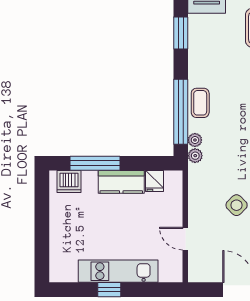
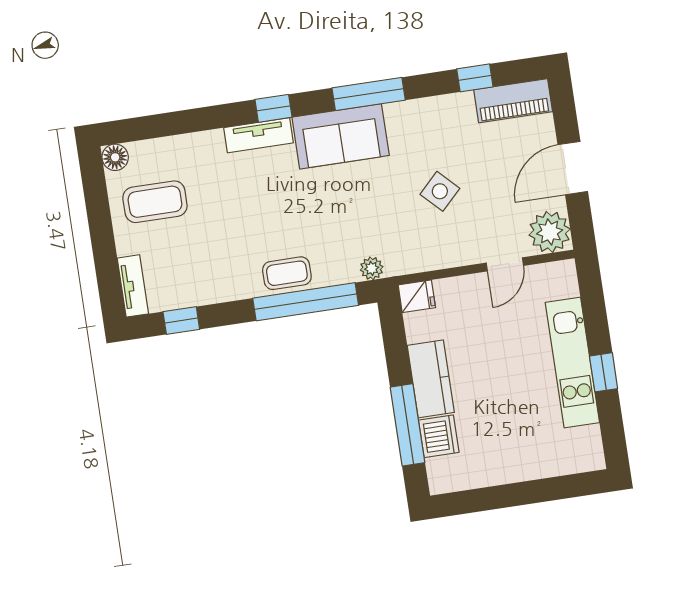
window: (181, 33) -> (181, 320), width x0.67
plant: (195, 140) -> (550, 232), moved, width x1.88, depth x1.88
fridge: (154, 181) -> (417, 296), moved
dishwasher: (69, 182) -> (439, 436), moved

